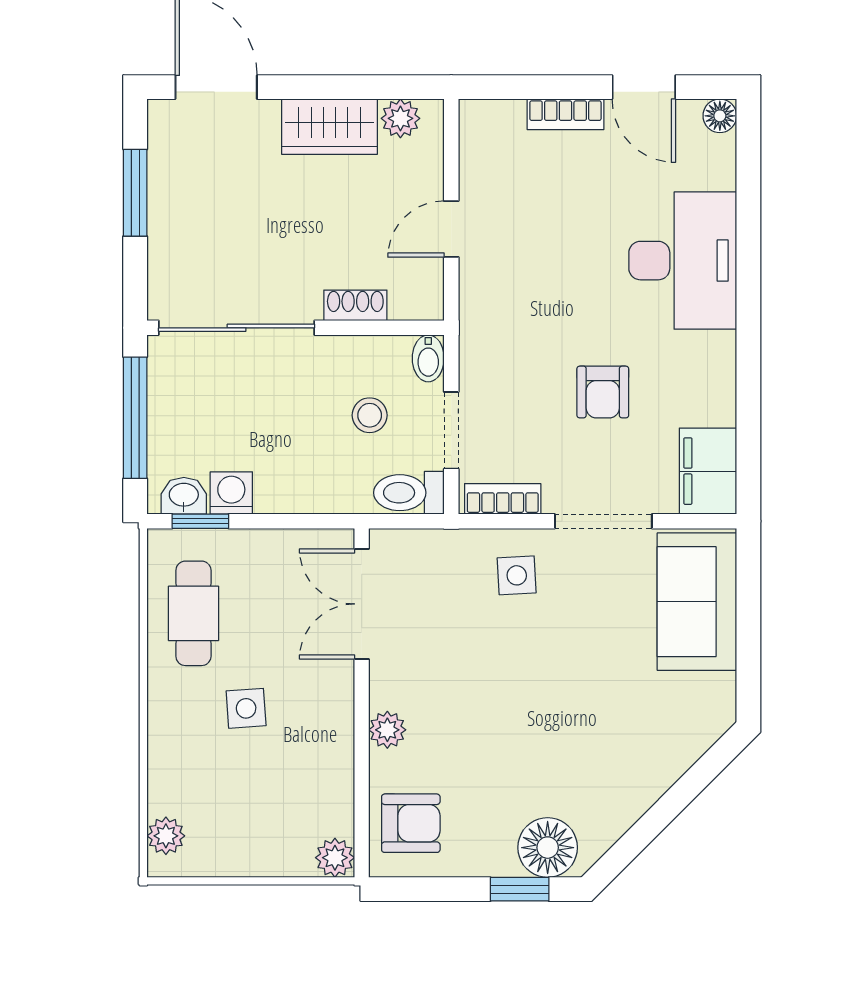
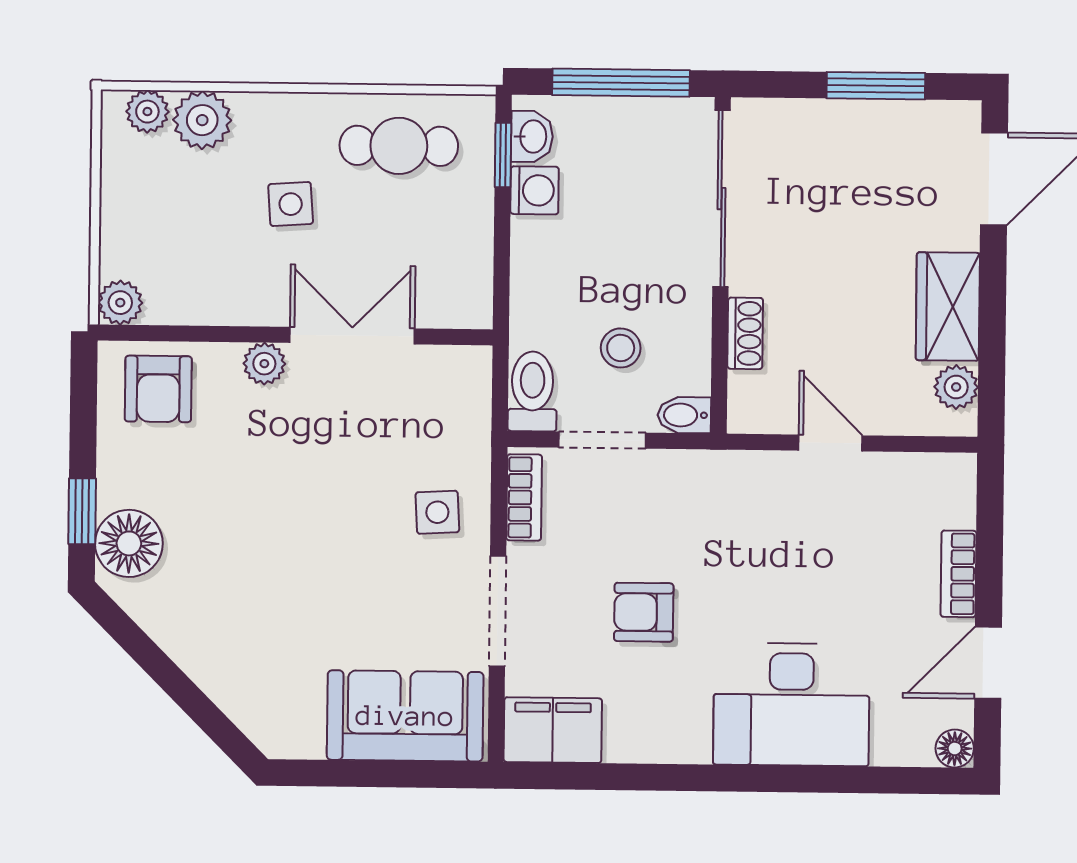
double door: (362, 604) -> (352, 336), moved
plant: (173, 787) -> (202, 120), added

